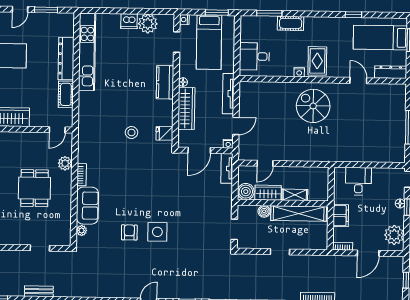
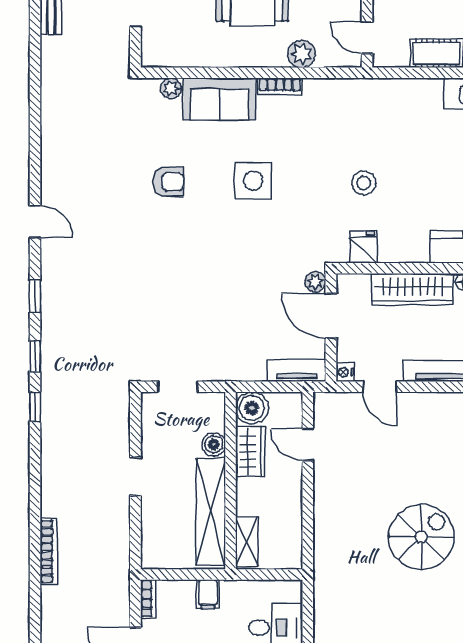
plant: (182, 158) -> (315, 282), added
shelving: (295, 195) -> (247, 542), moved
filing cabinet: (341, 216) -> (208, 594), width x0.50
side table: (157, 232) -> (253, 181), moved

